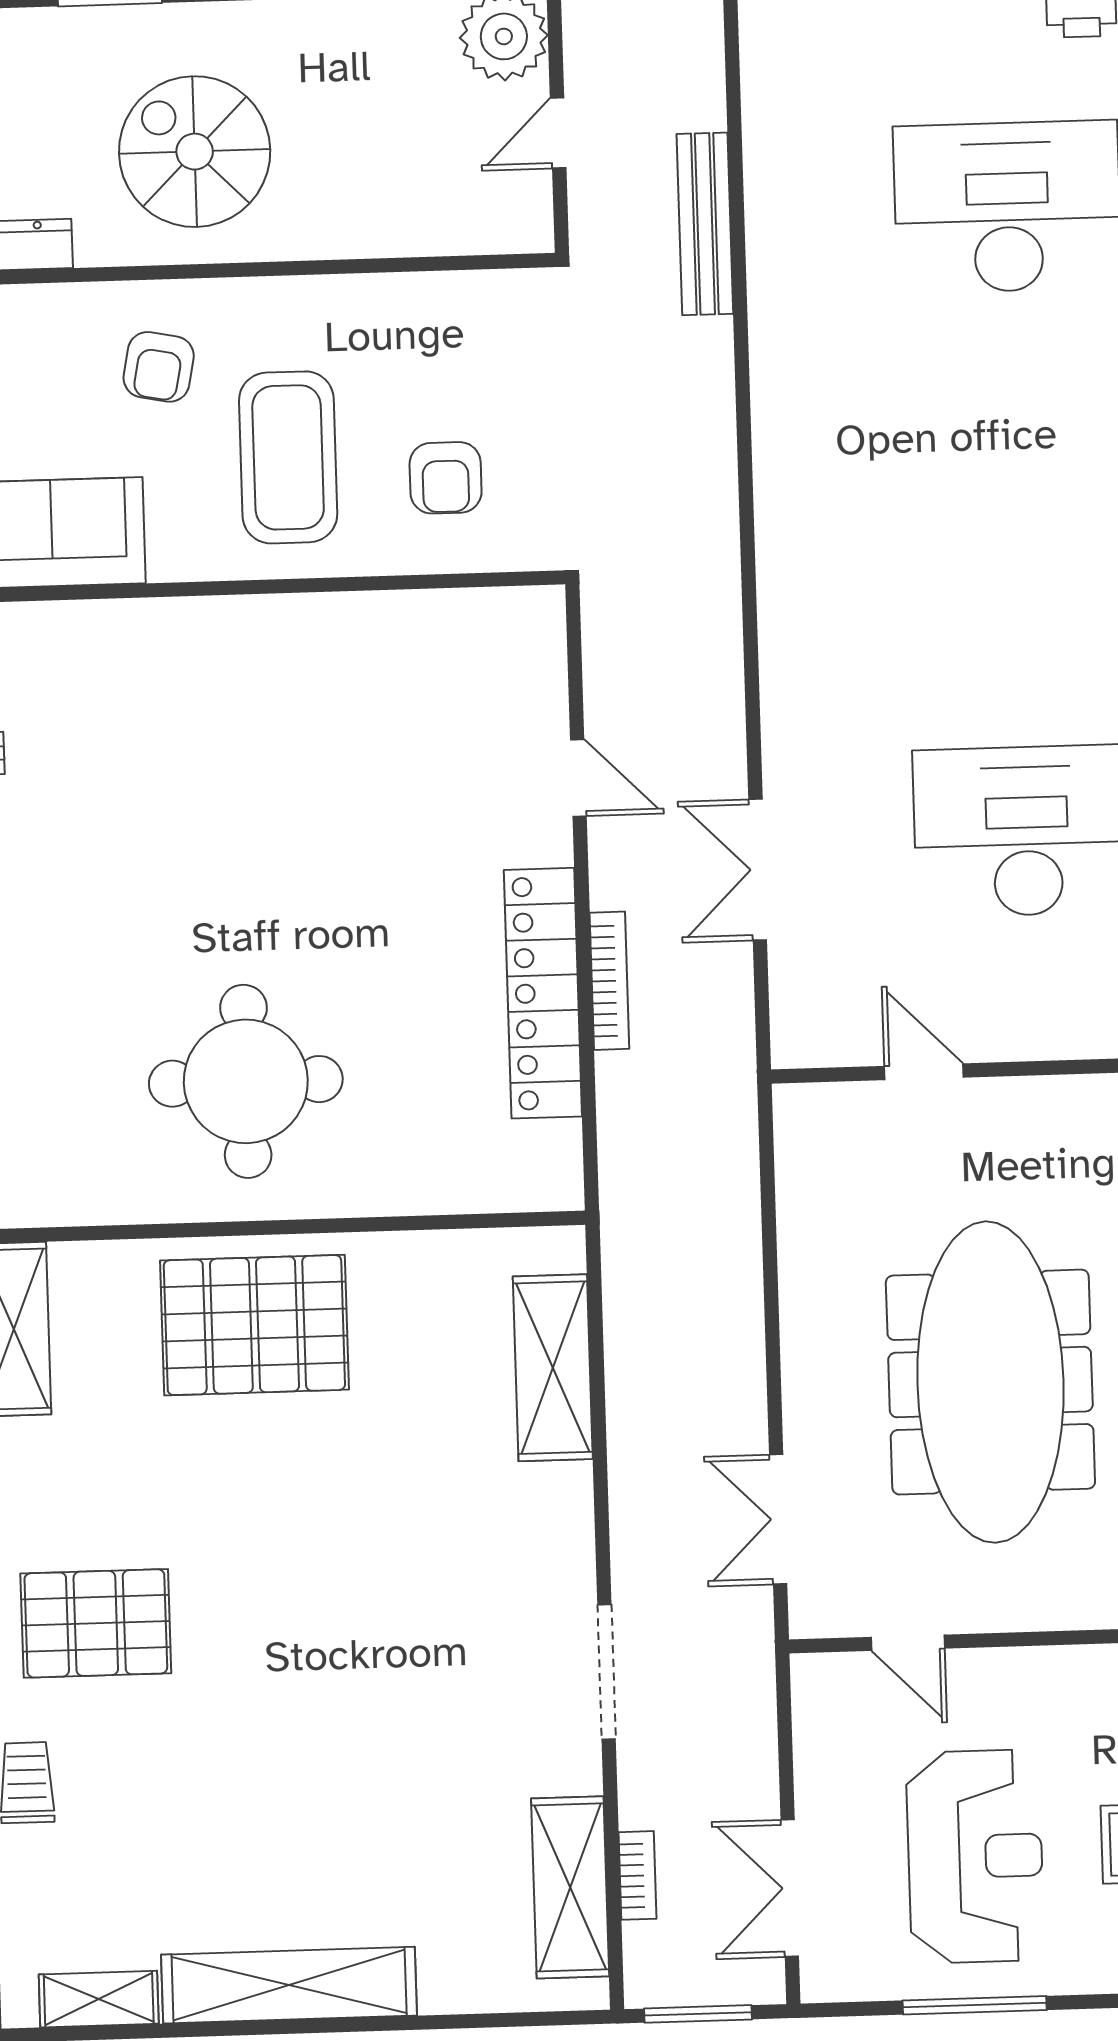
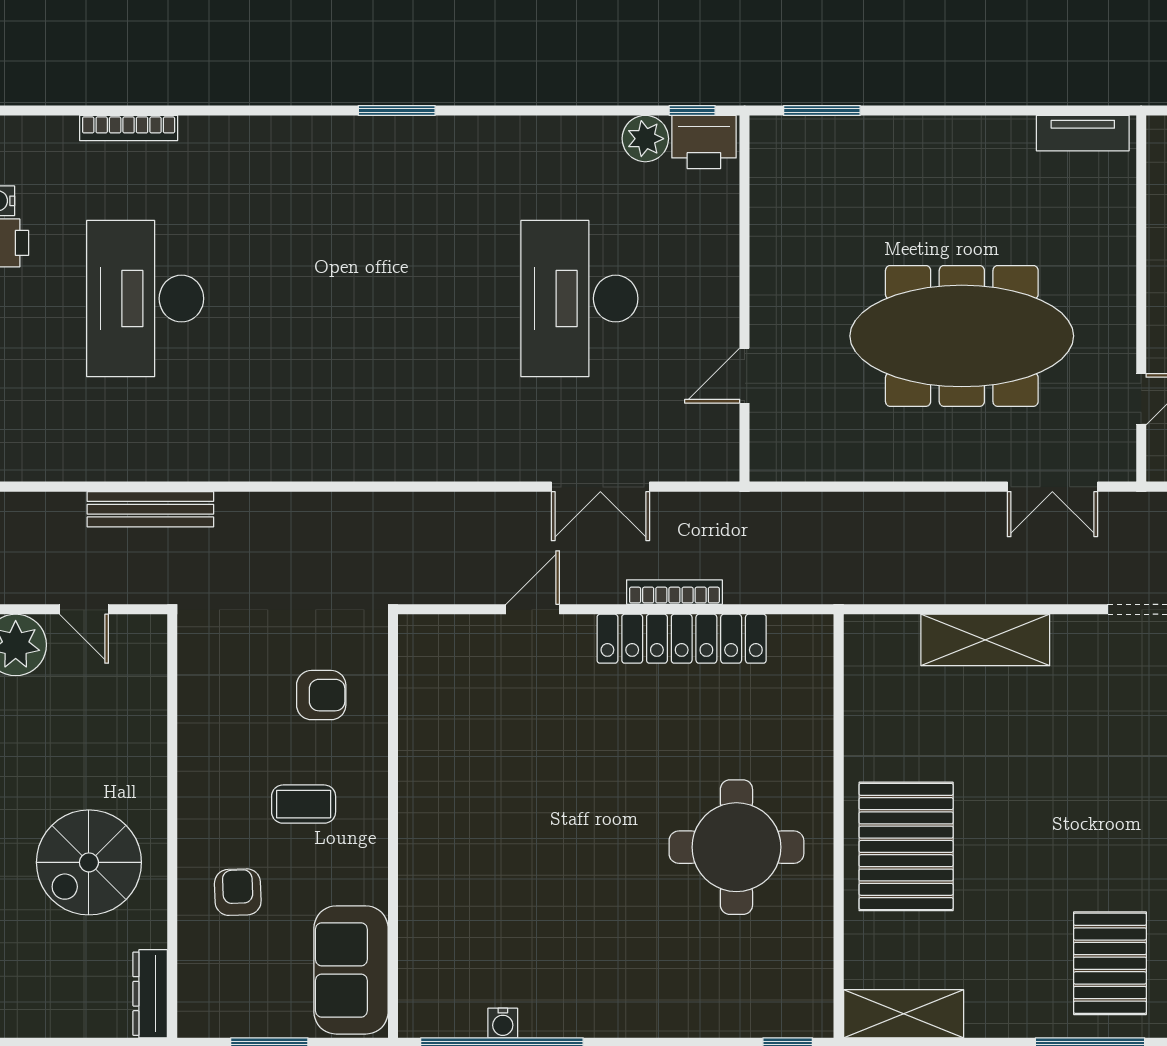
armchair: (159, 367) -> (238, 892), turned -103
coffee table: (288, 457) -> (304, 804), width x0.54, depth x0.58
shelving: (553, 1368) -> (985, 640), moved

